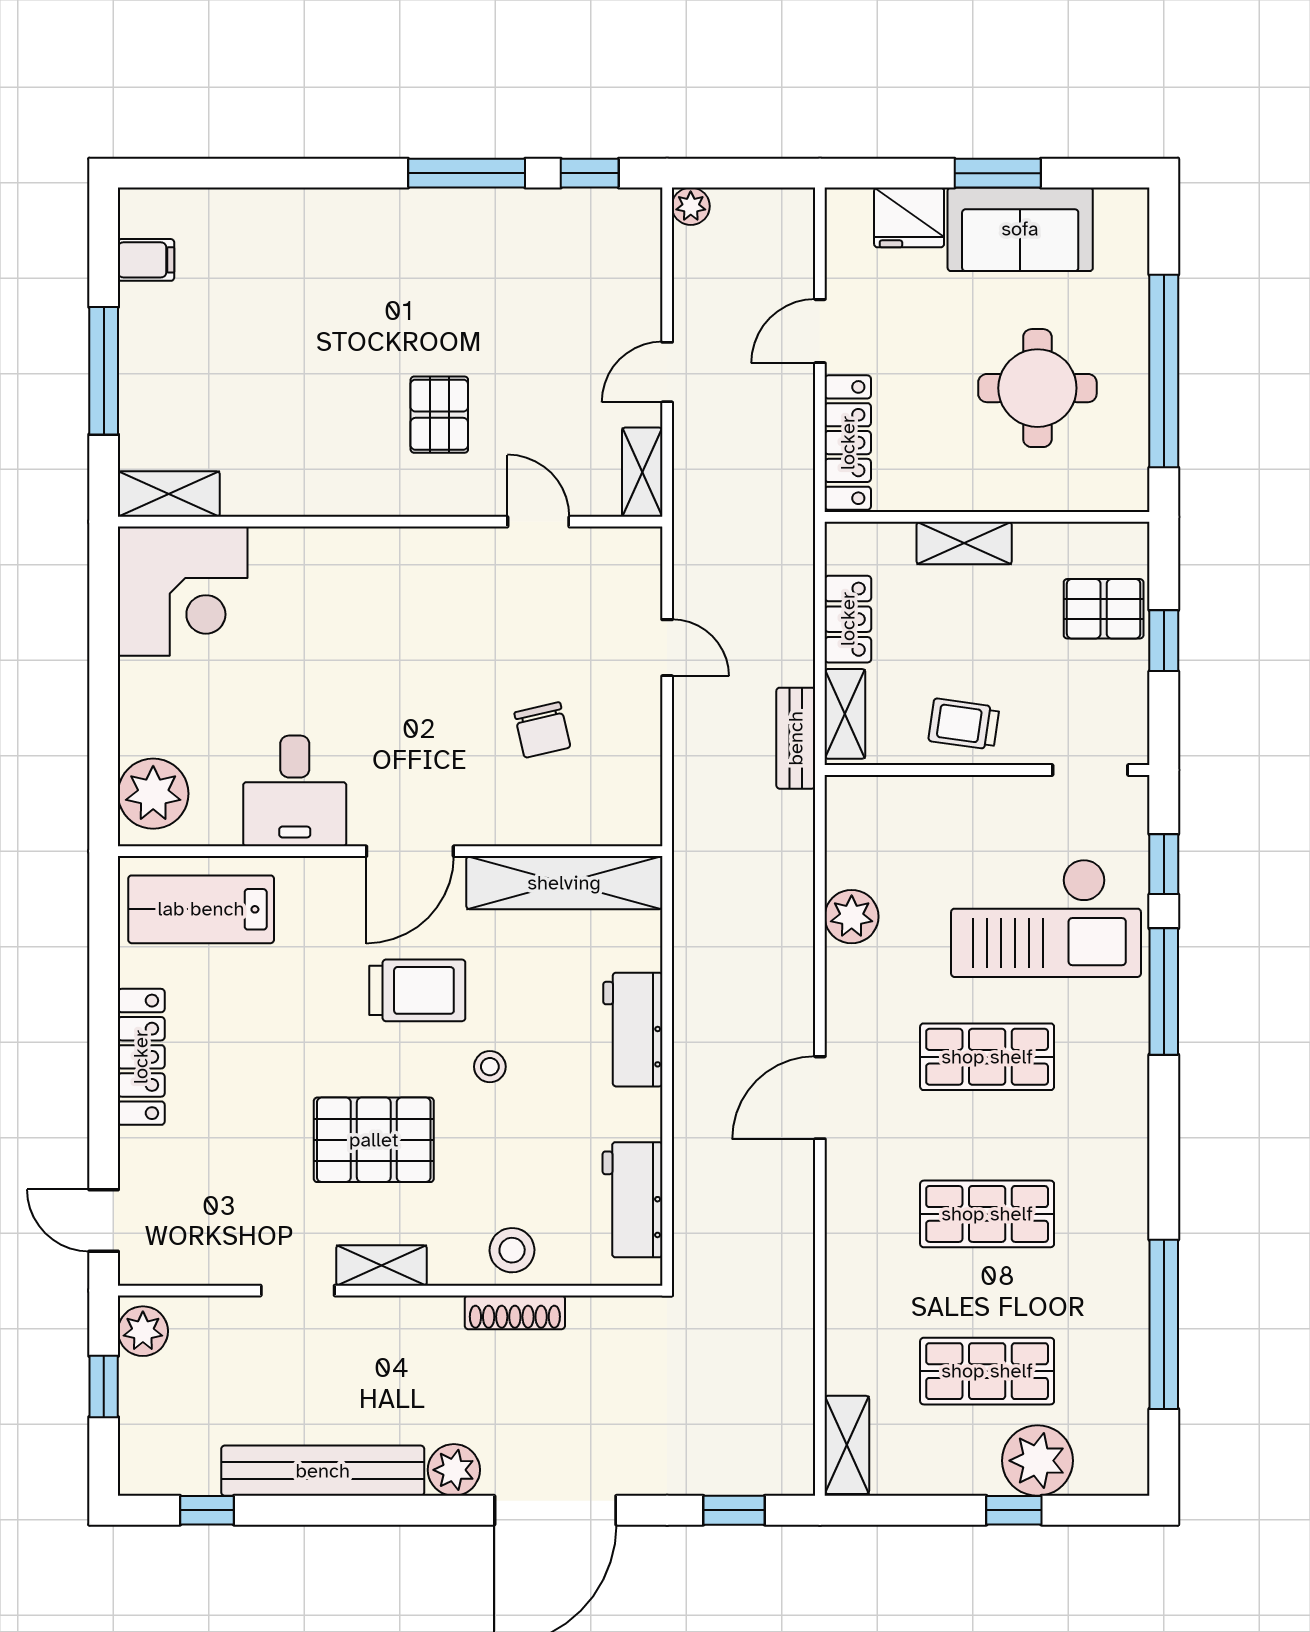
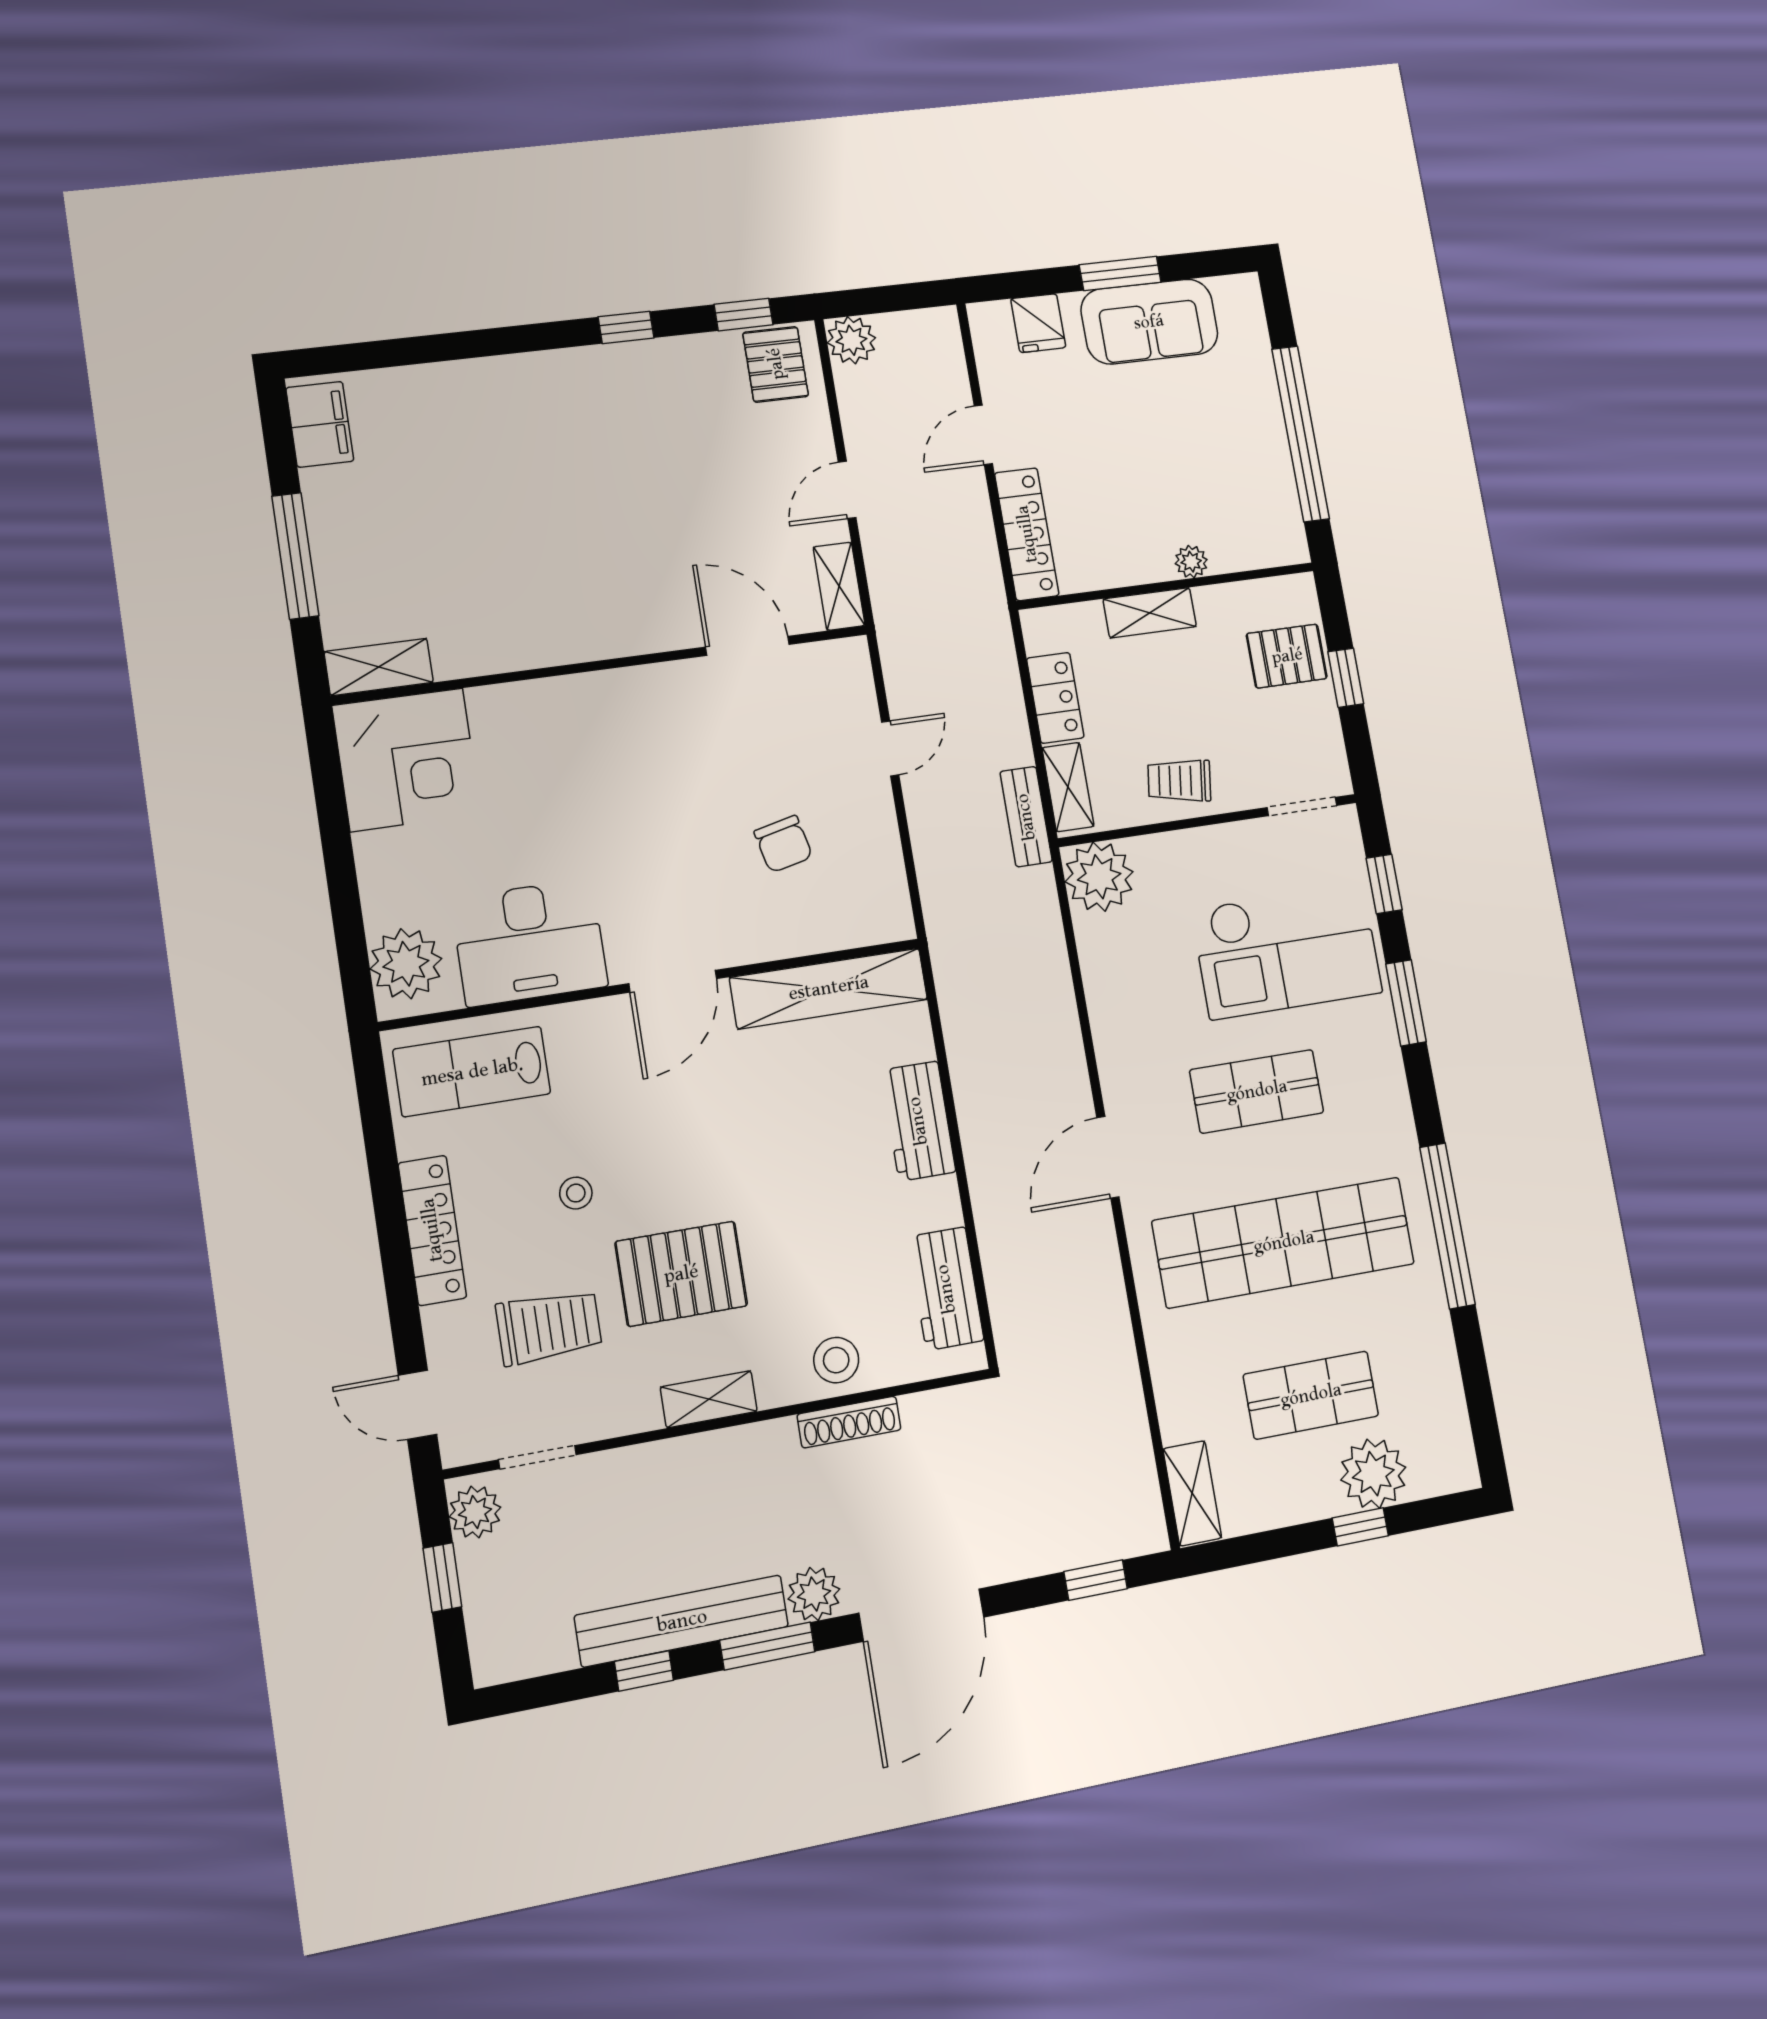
window: (467, 173) -> (626, 327), width x0.46
plant: (691, 206) -> (851, 340), width x1.38, depth x1.38
fridge: (909, 217) -> (1038, 323), width x0.72
filing cabinet: (146, 260) -> (320, 424), width x2.00
round table: (1037, 388) -> (1191, 463), removed
pallet: (439, 415) -> (776, 364), moved
plant: (1019, 494) -> (1191, 562), added
door: (538, 522) -> (747, 646), width x1.37
door: (667, 648) -> (890, 748), hinge flipped
desk: (295, 791) -> (530, 942), width x1.37
plant: (852, 917) -> (1099, 877), moved, width x1.36, depth x1.36
trolley: (417, 990) -> (549, 1327), moved
window: (1164, 991) -> (1406, 1003), width x0.69
stool: (490, 1067) -> (576, 1193), moved
shop shelf: (987, 1214) -> (1284, 1242), width x2.00, depth x1.36
doorway: (298, 1291) -> (537, 1457), moved
window: (1164, 1324) -> (1447, 1226), moved
window: (207, 1510) -> (644, 1671), moved
window: (401, 1510) -> (767, 1646), added

